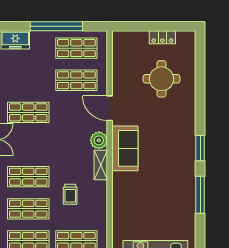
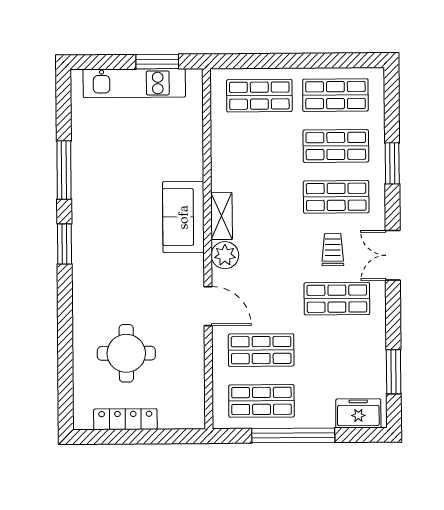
locker: (162, 37) -> (125, 419), width x1.53
sofa: (125, 148) -> (183, 217), moved
trolley: (70, 194) -> (333, 250), moved

